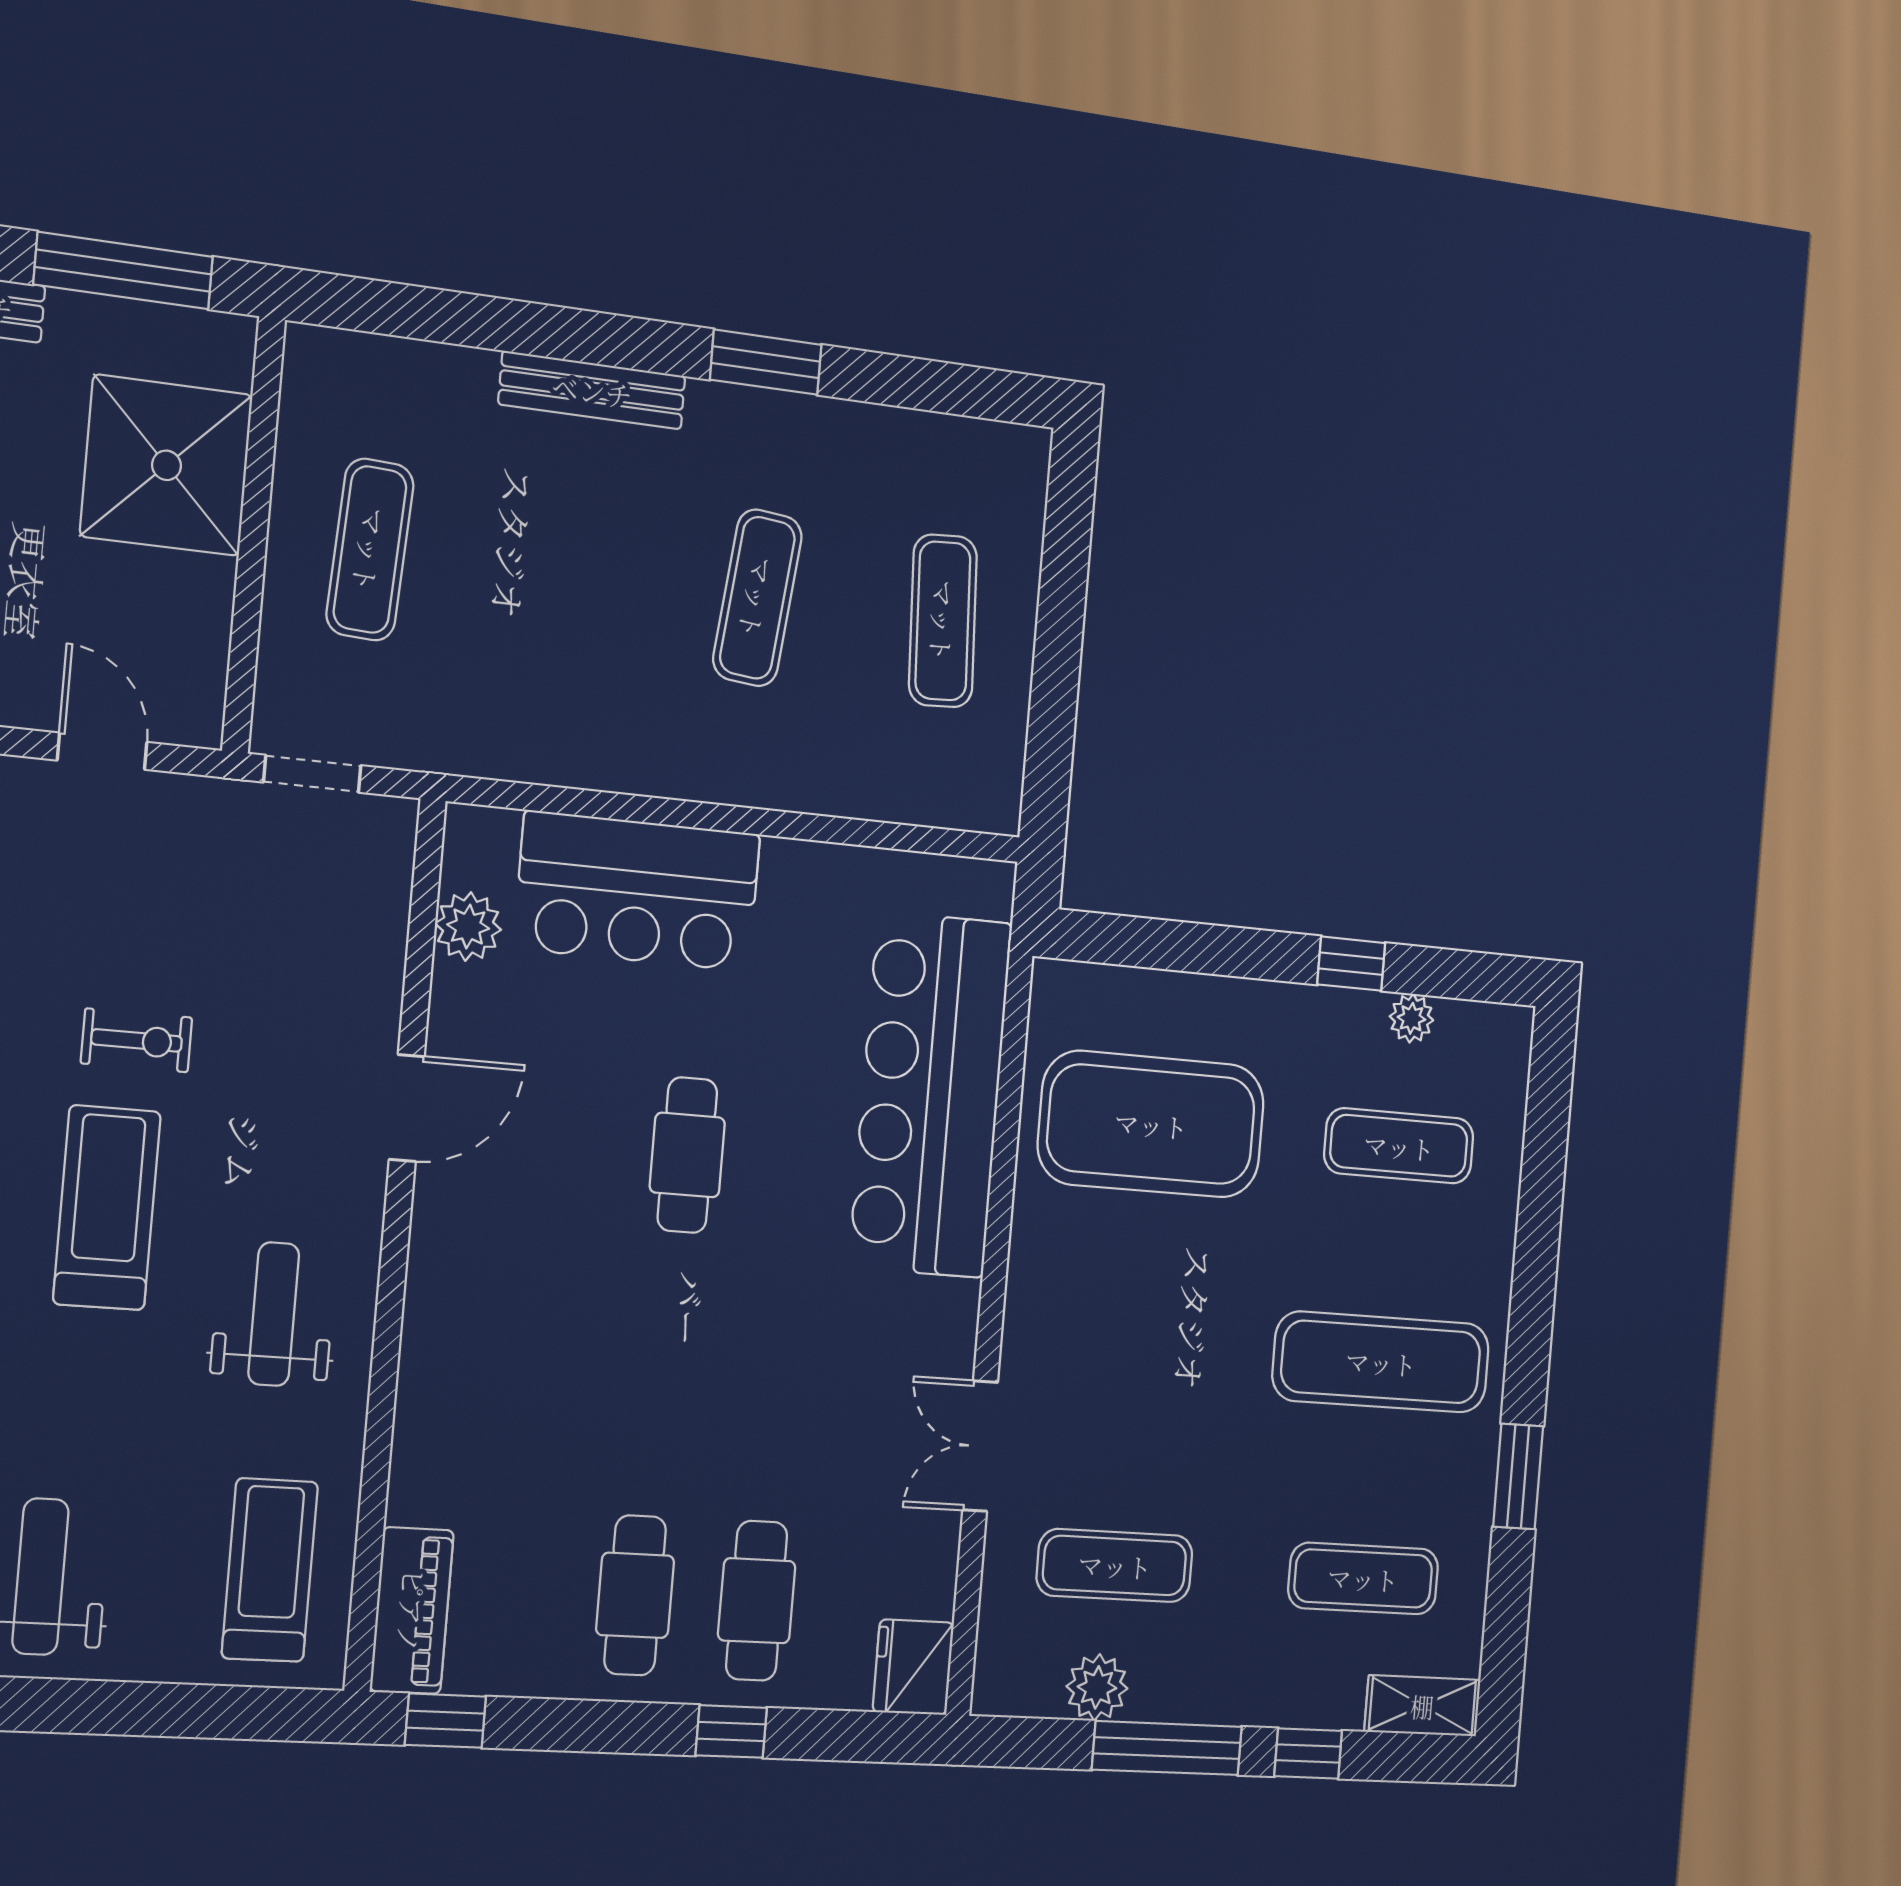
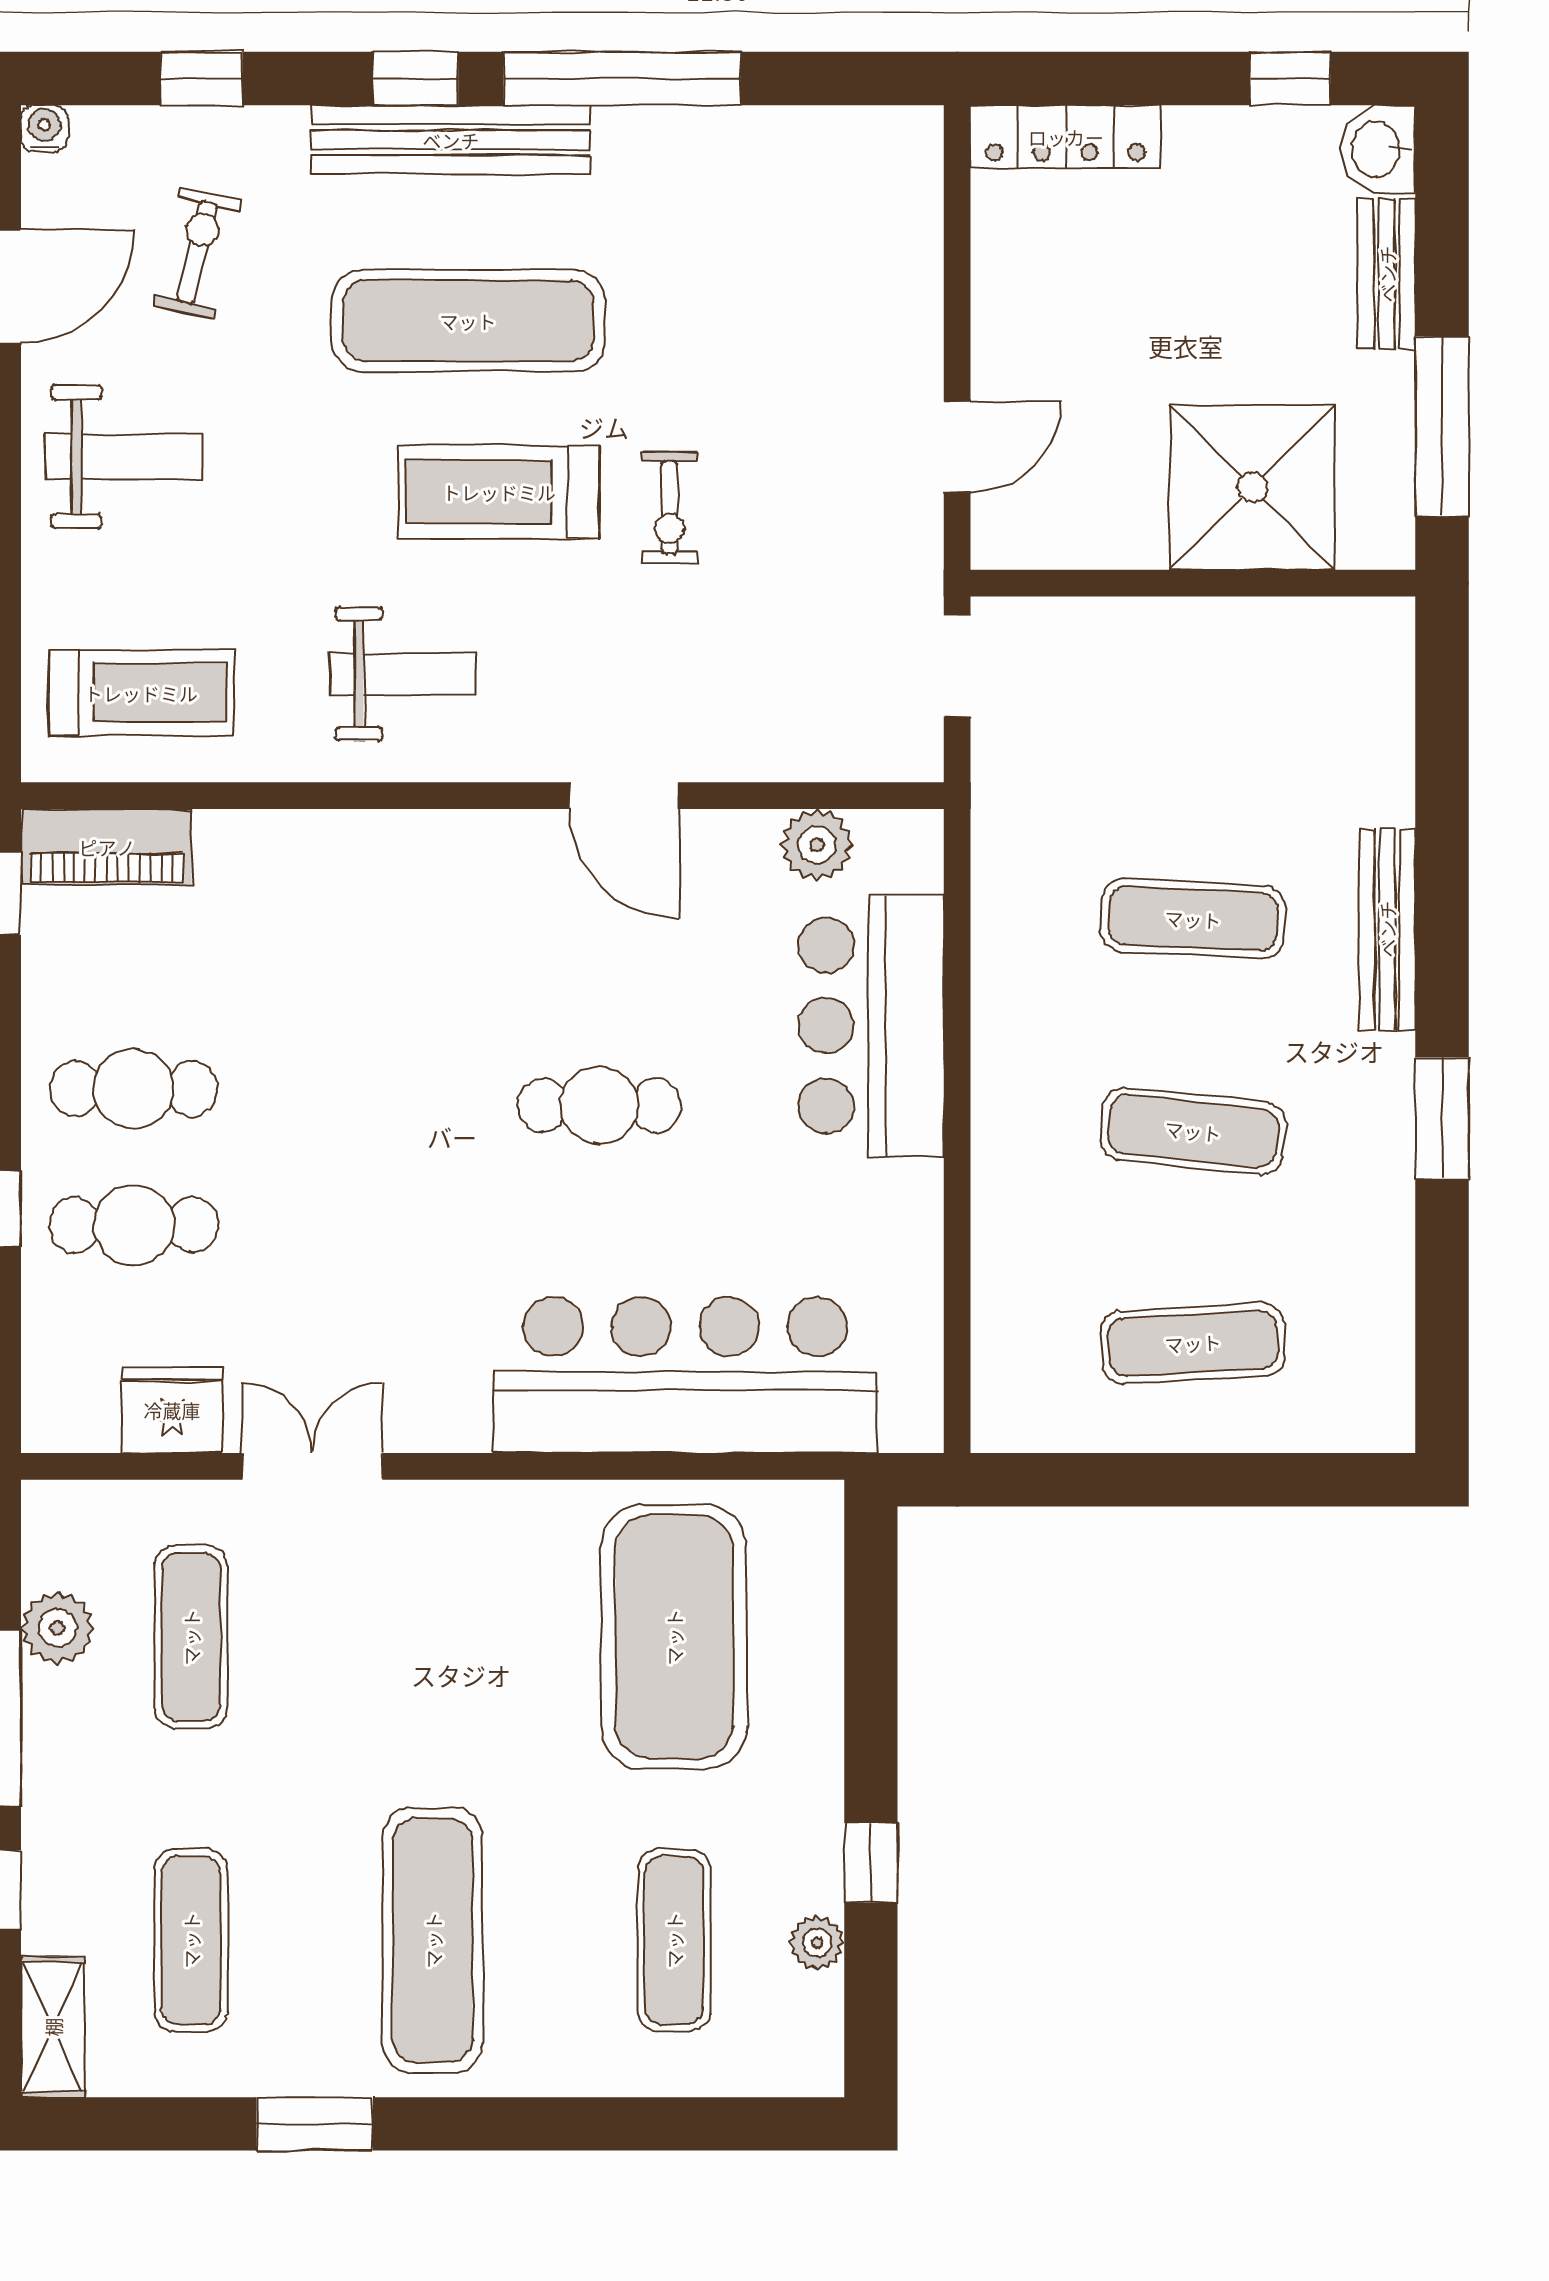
exercise mat: (370, 550) -> (1193, 919), moved
treadmill: (107, 1208) -> (499, 492), turned 180
fridge: (913, 1667) -> (172, 1410), moved

